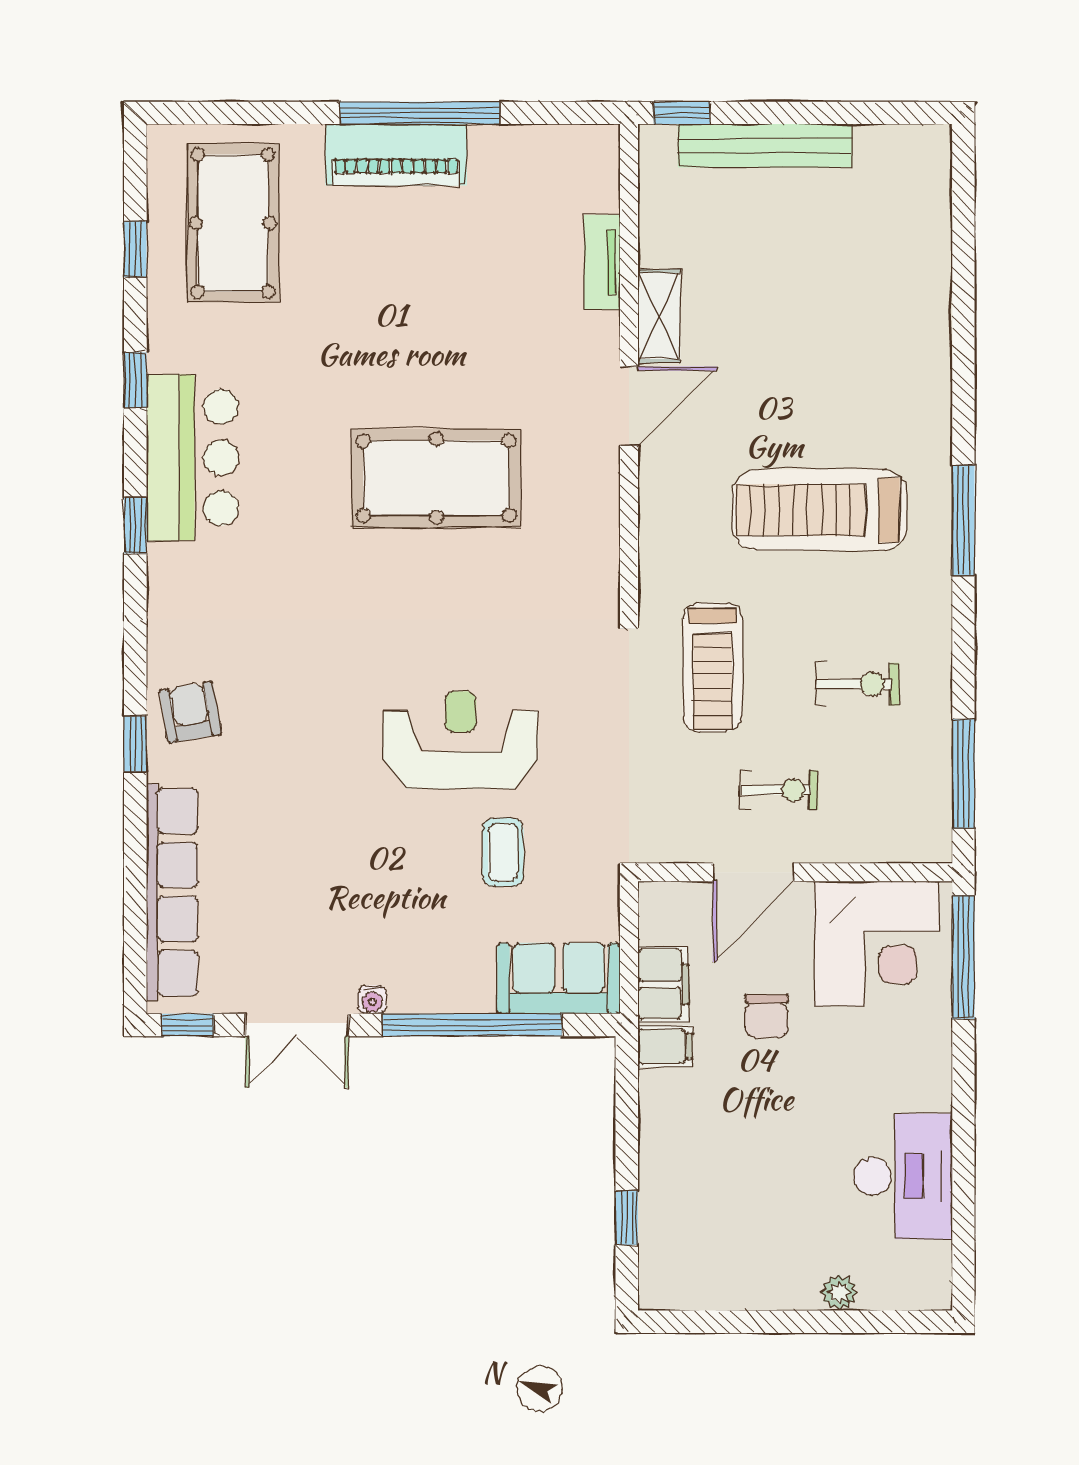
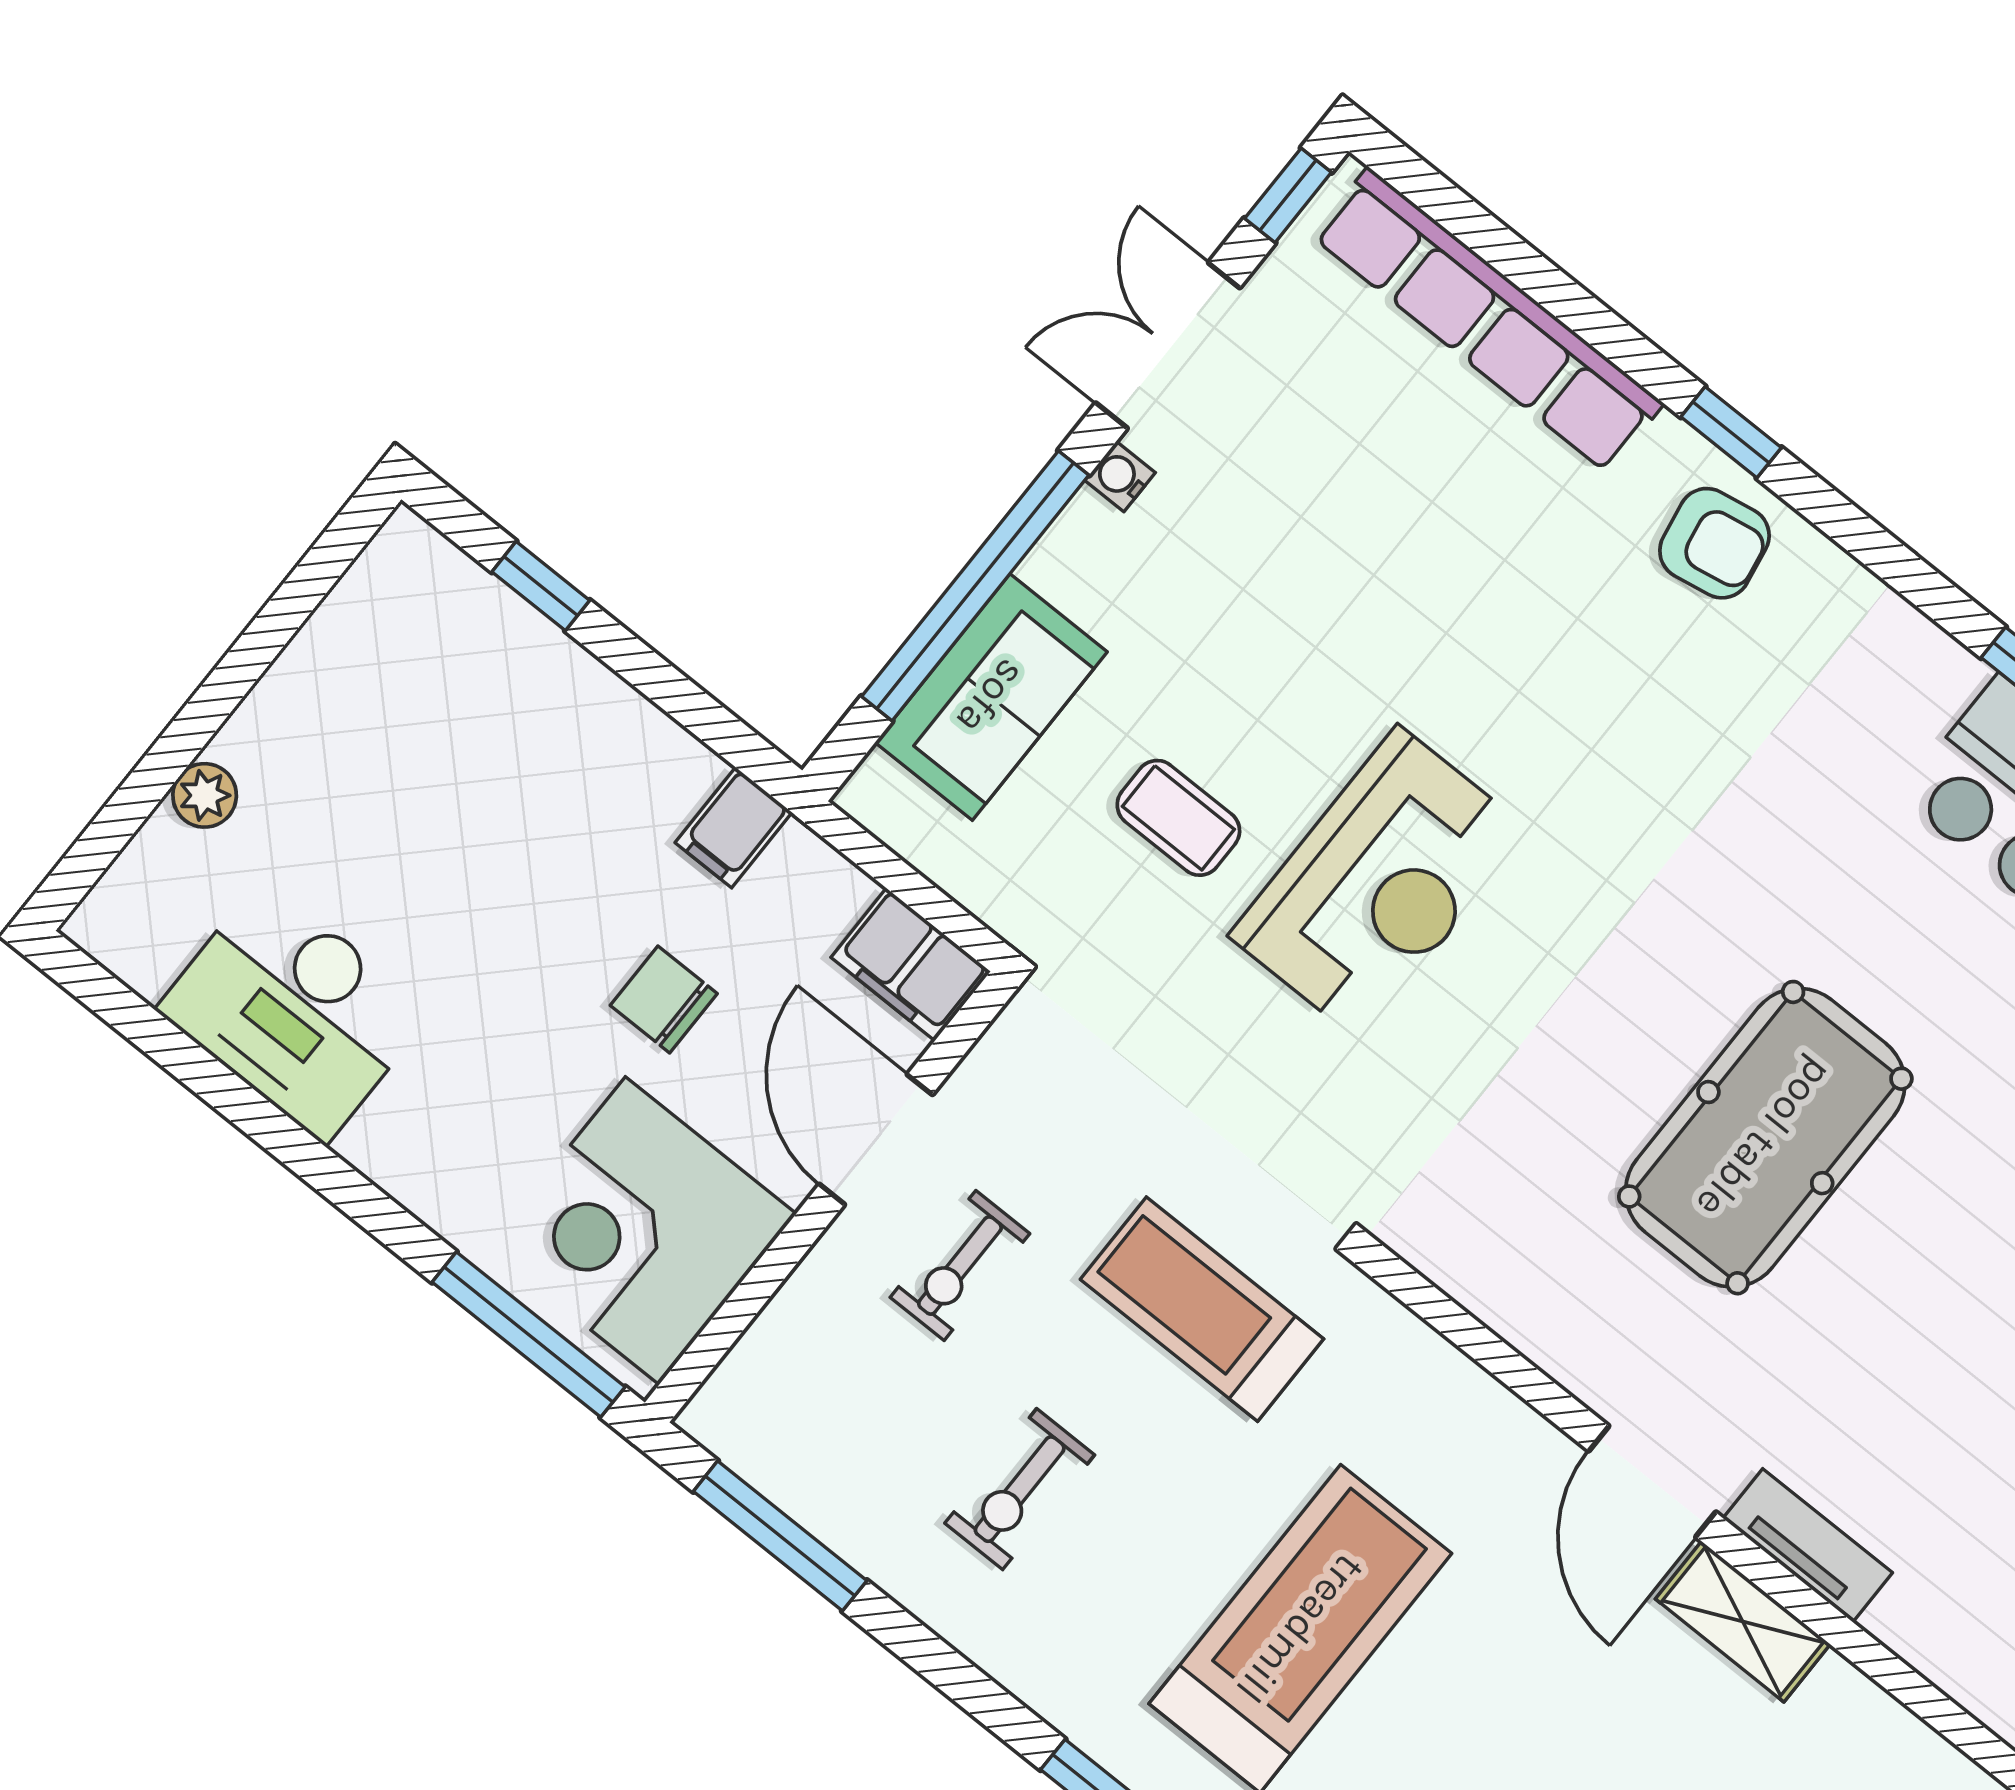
tv unit: (602, 262) -> (1808, 1545), moved
sofa: (559, 978) -> (991, 697), moved
filing cabinet: (663, 984) -> (911, 964), moved

